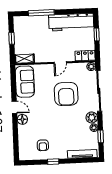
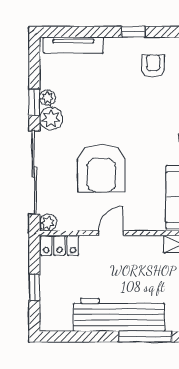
workbench: (71, 22) -> (119, 315), moved
armchair: (66, 94) -> (101, 169), turned 180
window: (101, 136) -> (34, 102), moved

